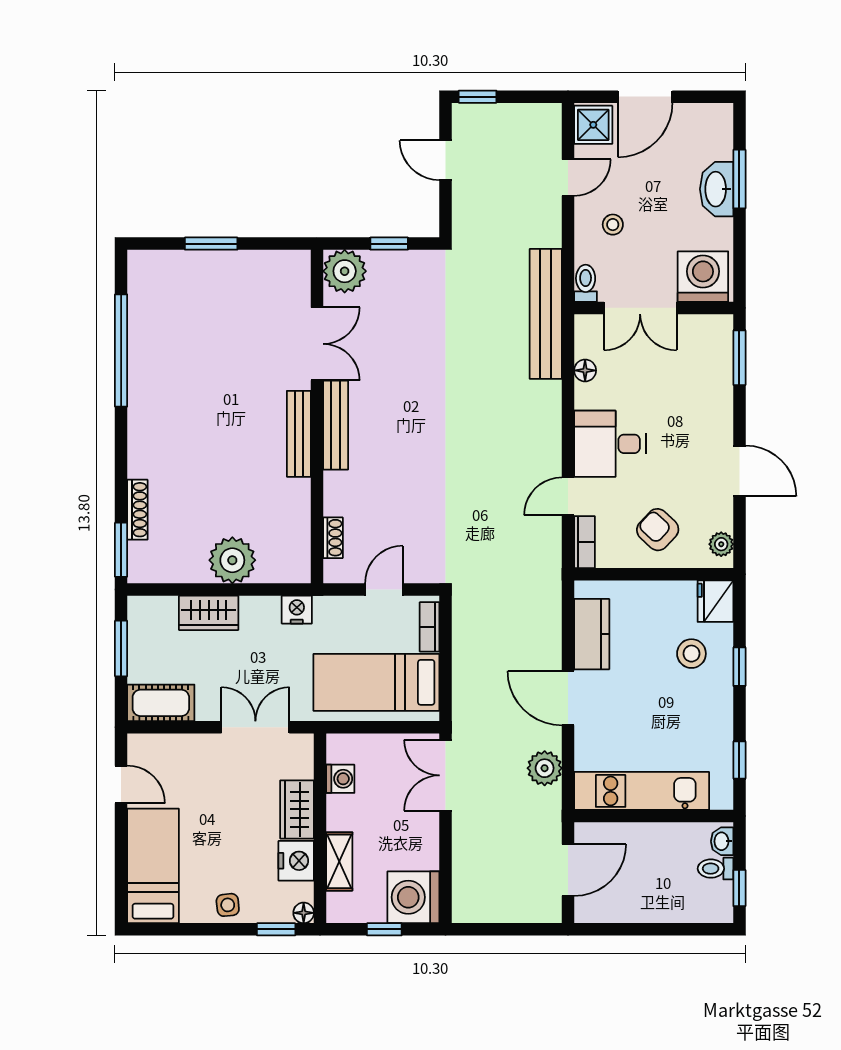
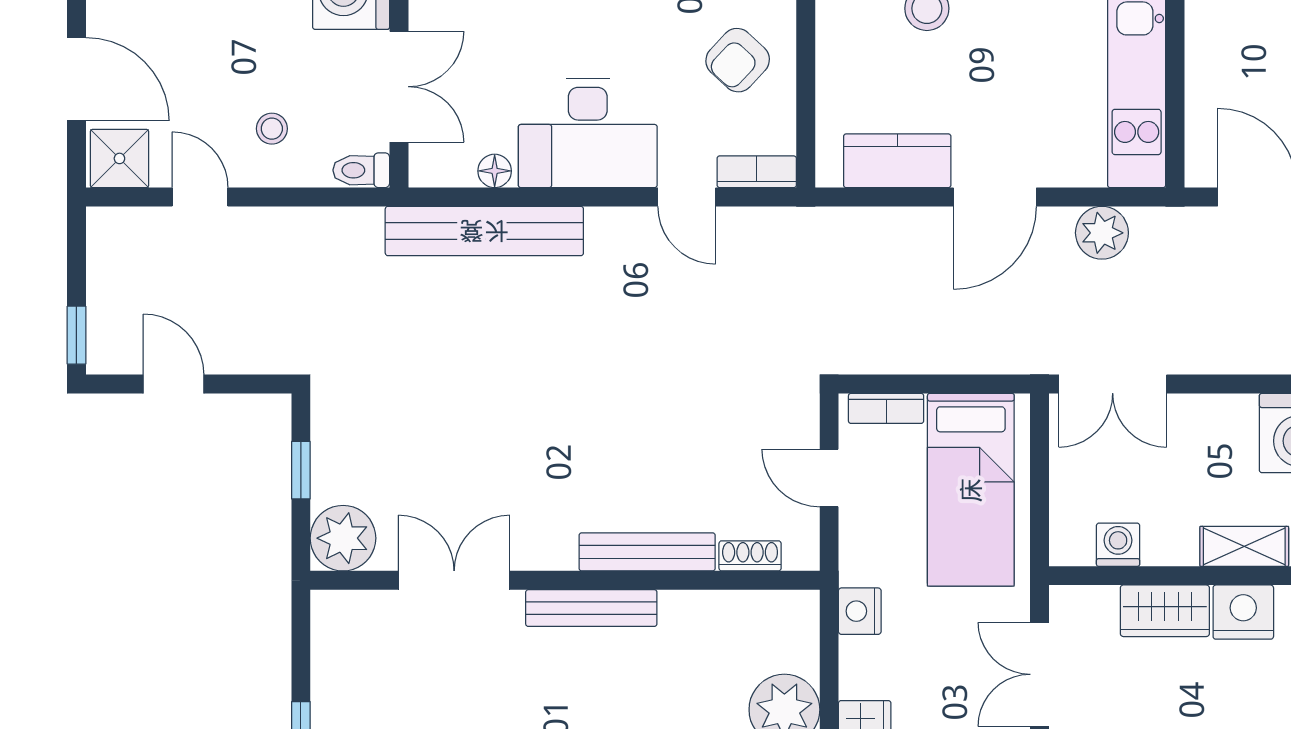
door: (446, 160) -> (173, 384), swing flipped
bench: (546, 314) -> (484, 231), moved
bench: (336, 425) -> (647, 552), moved
desk: (610, 444) -> (588, 133), width x1.37

